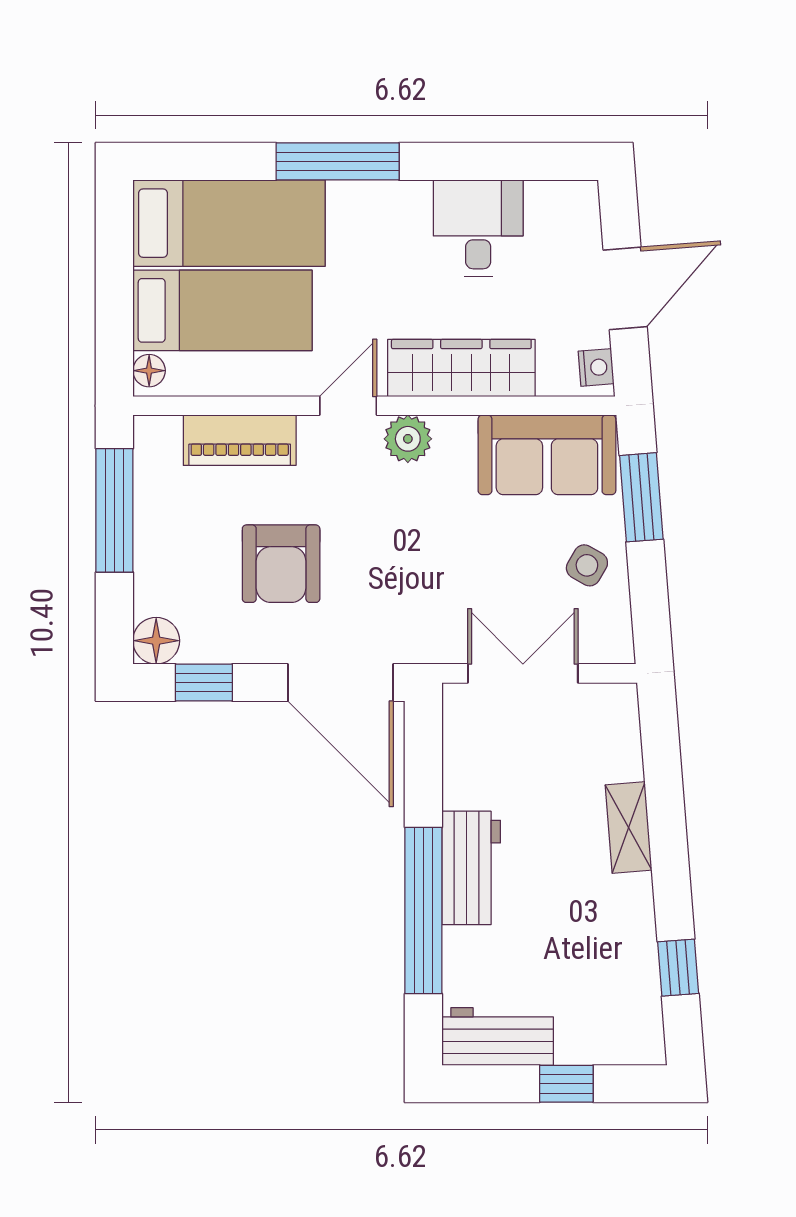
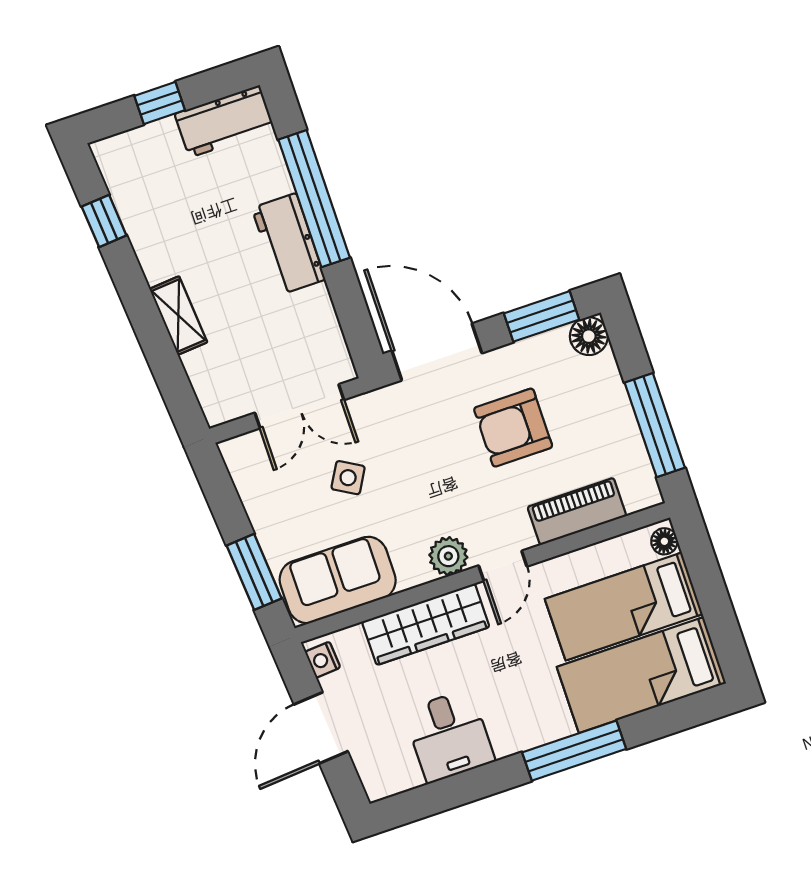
armchair: (281, 564) -> (513, 428), turned -90
side table: (587, 565) -> (348, 478), moved
window: (204, 683) -> (541, 316), width x1.50

